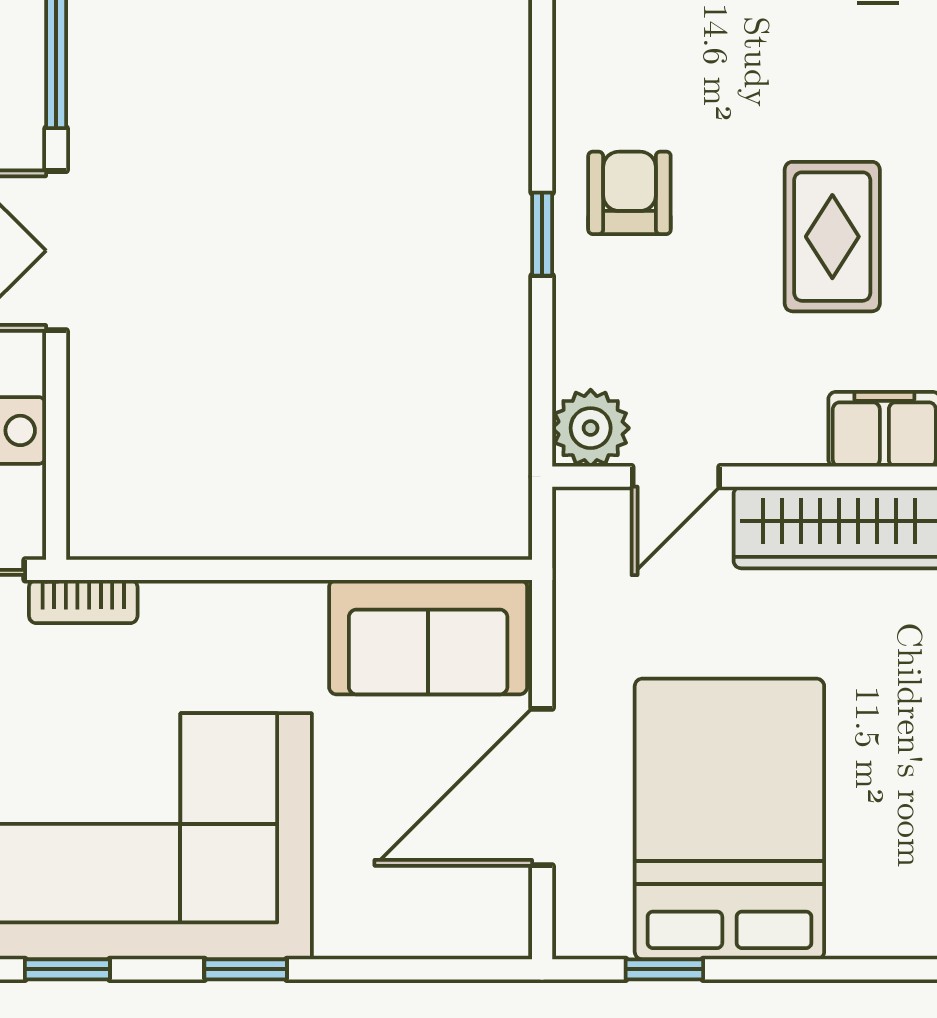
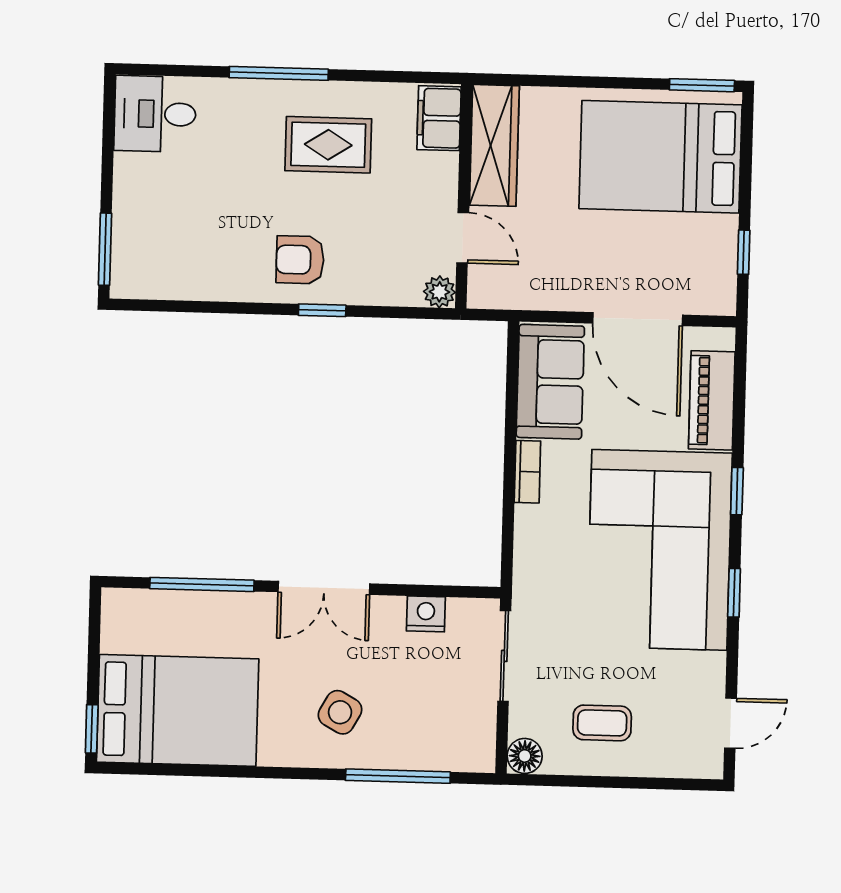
plant: (591, 428) -> (439, 292), width x0.73, depth x0.73
bookcase: (83, 602) -> (527, 472), moved
bed: (729, 819) -> (660, 157), moved
piano: (403, 921) -> (712, 400), added

